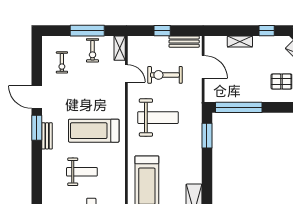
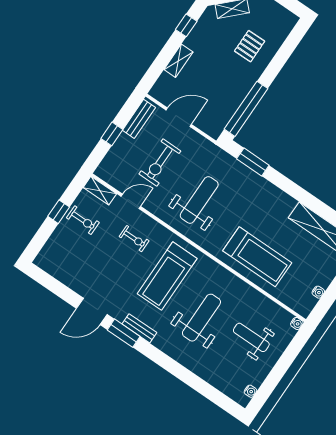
window: (87, 31) -> (59, 212), width x0.46
exercise bike: (62, 62) -> (134, 239), moved
weight bench: (82, 172) -> (201, 318), width x1.36, depth x1.33

